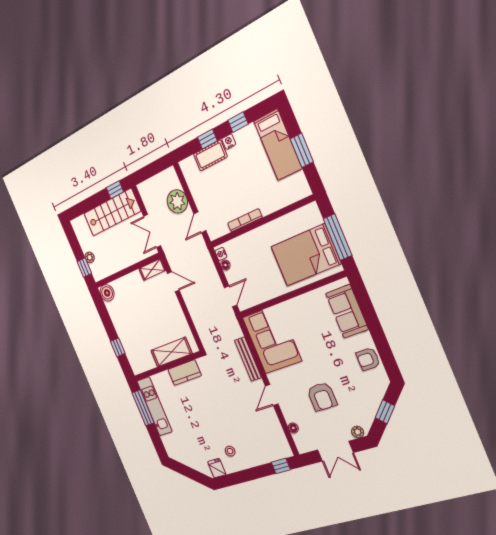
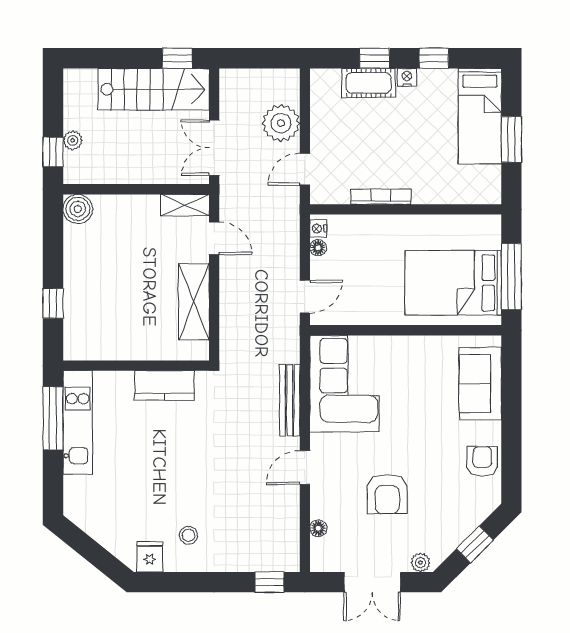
shelving: (171, 352) -> (194, 302), moved, turned 90
armchair: (368, 359) -> (482, 461), turned 90

